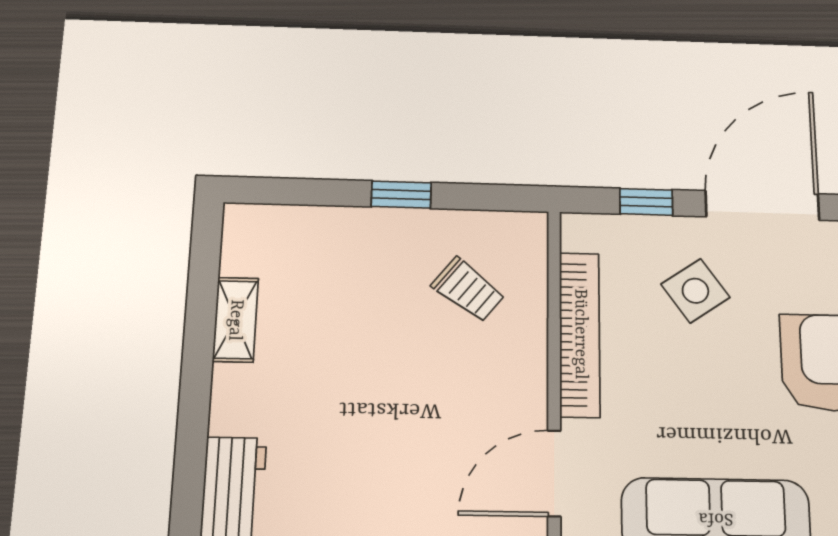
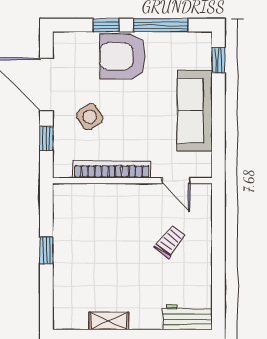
trolley: (468, 290) -> (170, 241), moved
door: (554, 473) -> (176, 181), width x0.73

